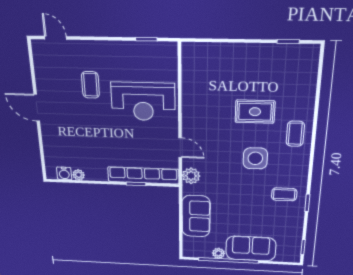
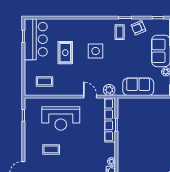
bar counter: (281, 63) -> (36, 39), added
reception desk: (143, 102) -> (61, 118), turned 90
coffee table: (295, 134) -> (44, 81), moved
door: (180, 148) -> (90, 97), hinge flipped
armchair: (289, 221) -> (138, 28), added

